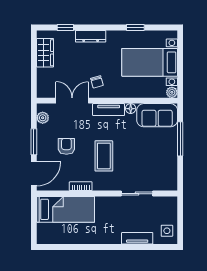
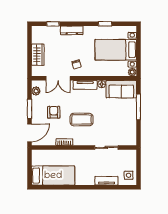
wardrobe: (45, 53) -> (38, 55), moved
double door: (72, 101) -> (58, 78), swing flipped
coffee table: (104, 156) -> (82, 119), turned 90
bed: (66, 209) -> (53, 176), moved

